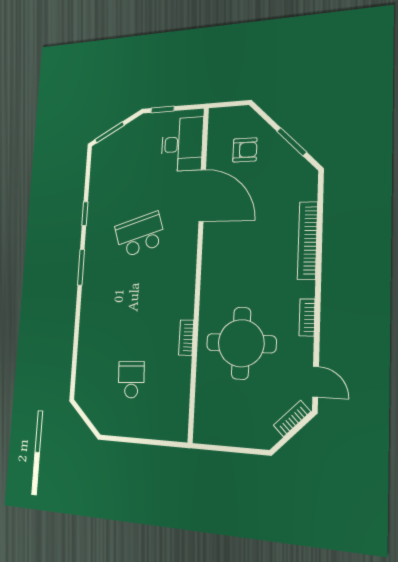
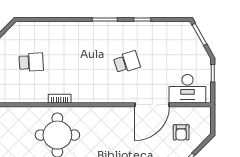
school desk: (140, 235) -> (127, 62), width x0.54

